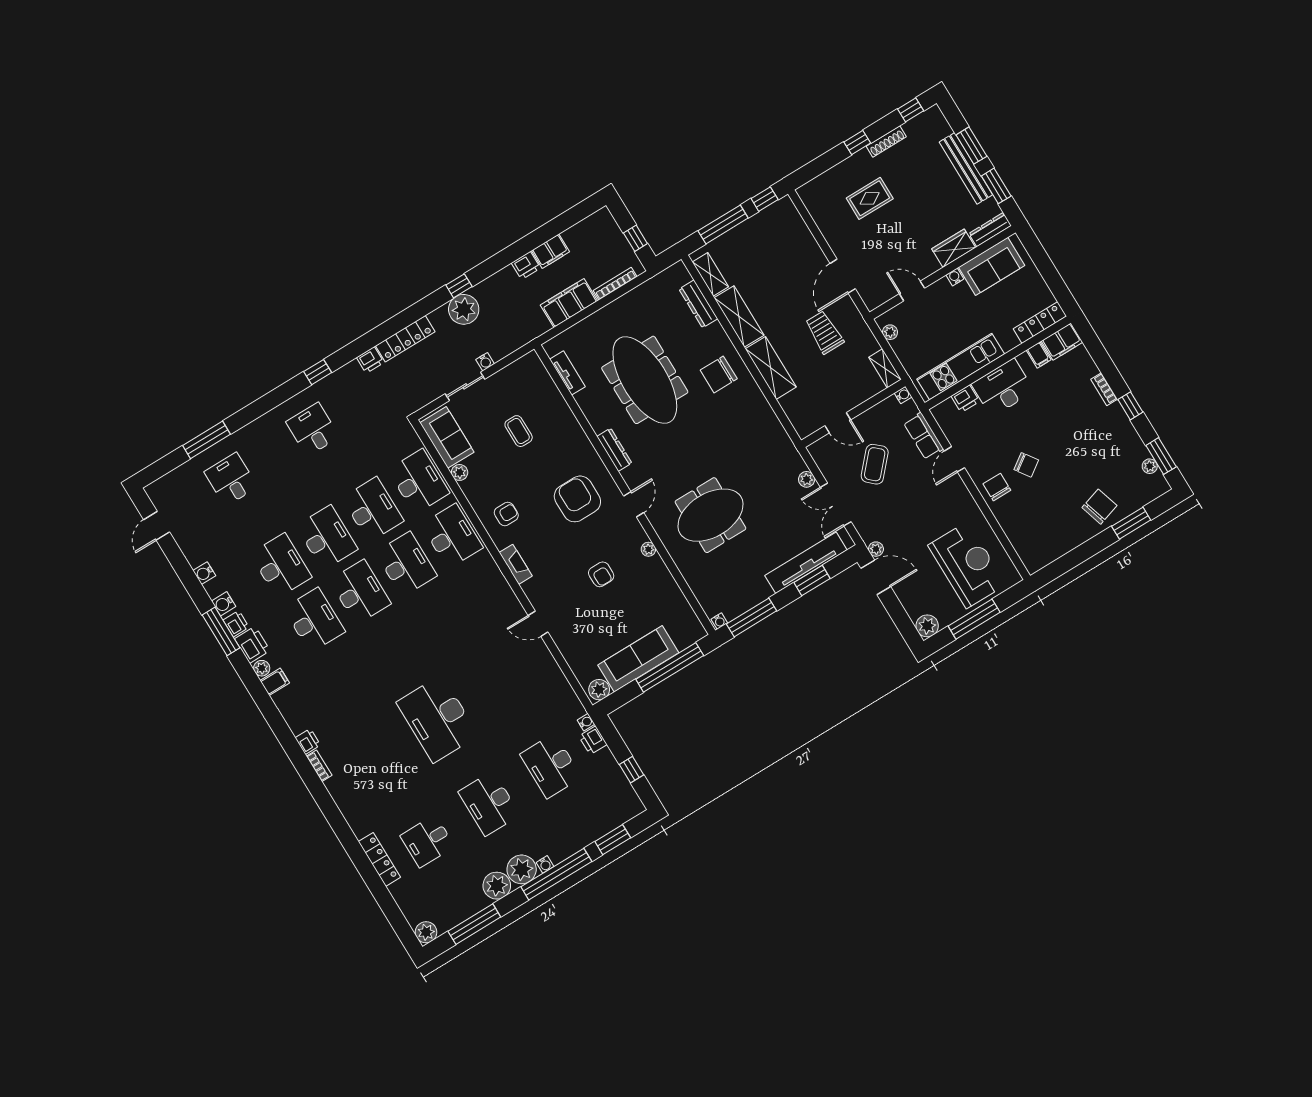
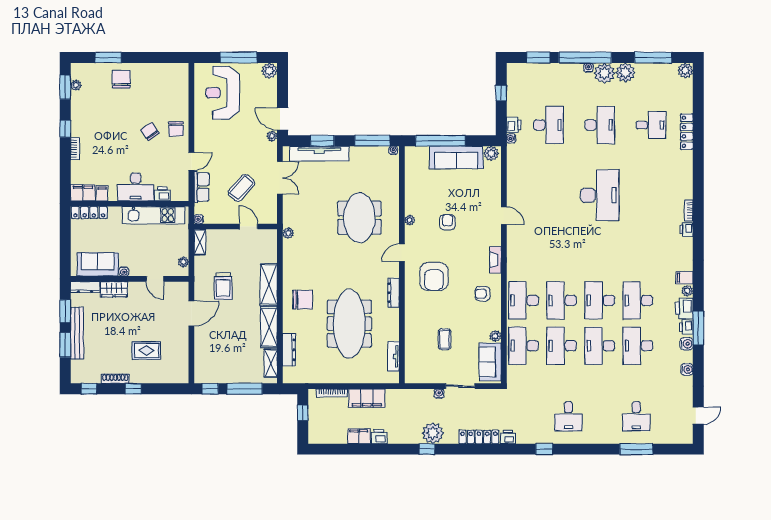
plant: (807, 479) -> (288, 233), moved
chair: (1100, 507) -> (121, 79), turned 107
meeting table: (710, 515) -> (359, 218), turned 90

